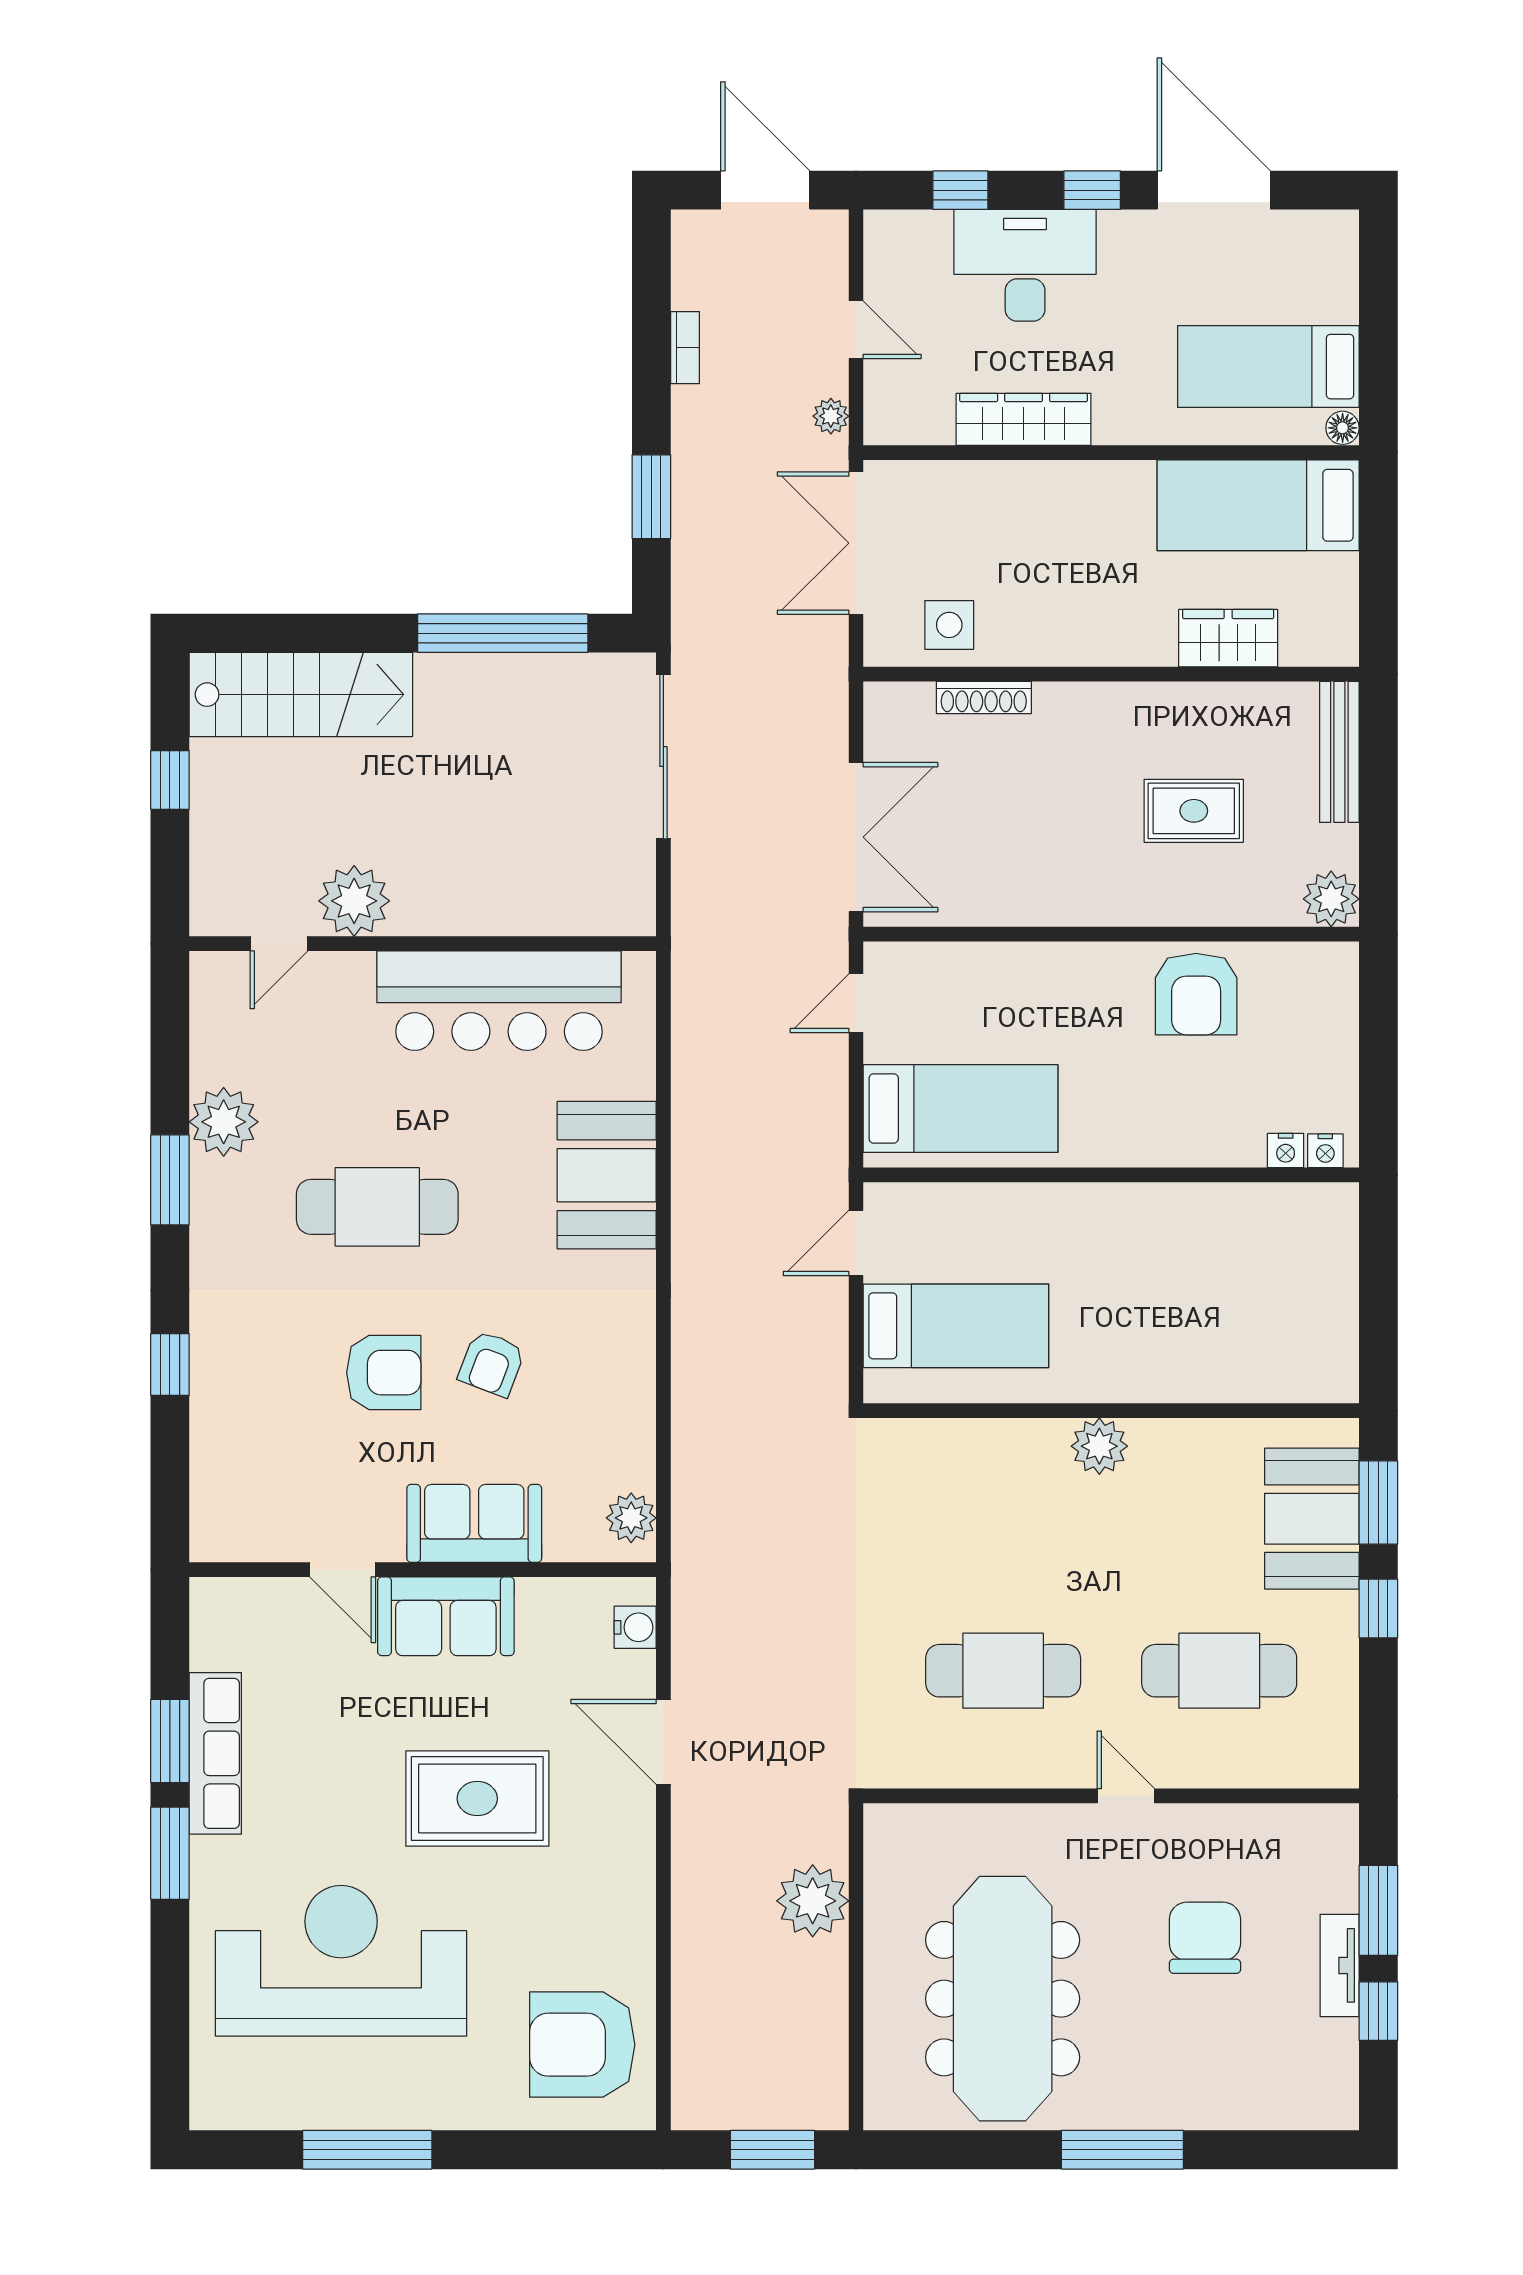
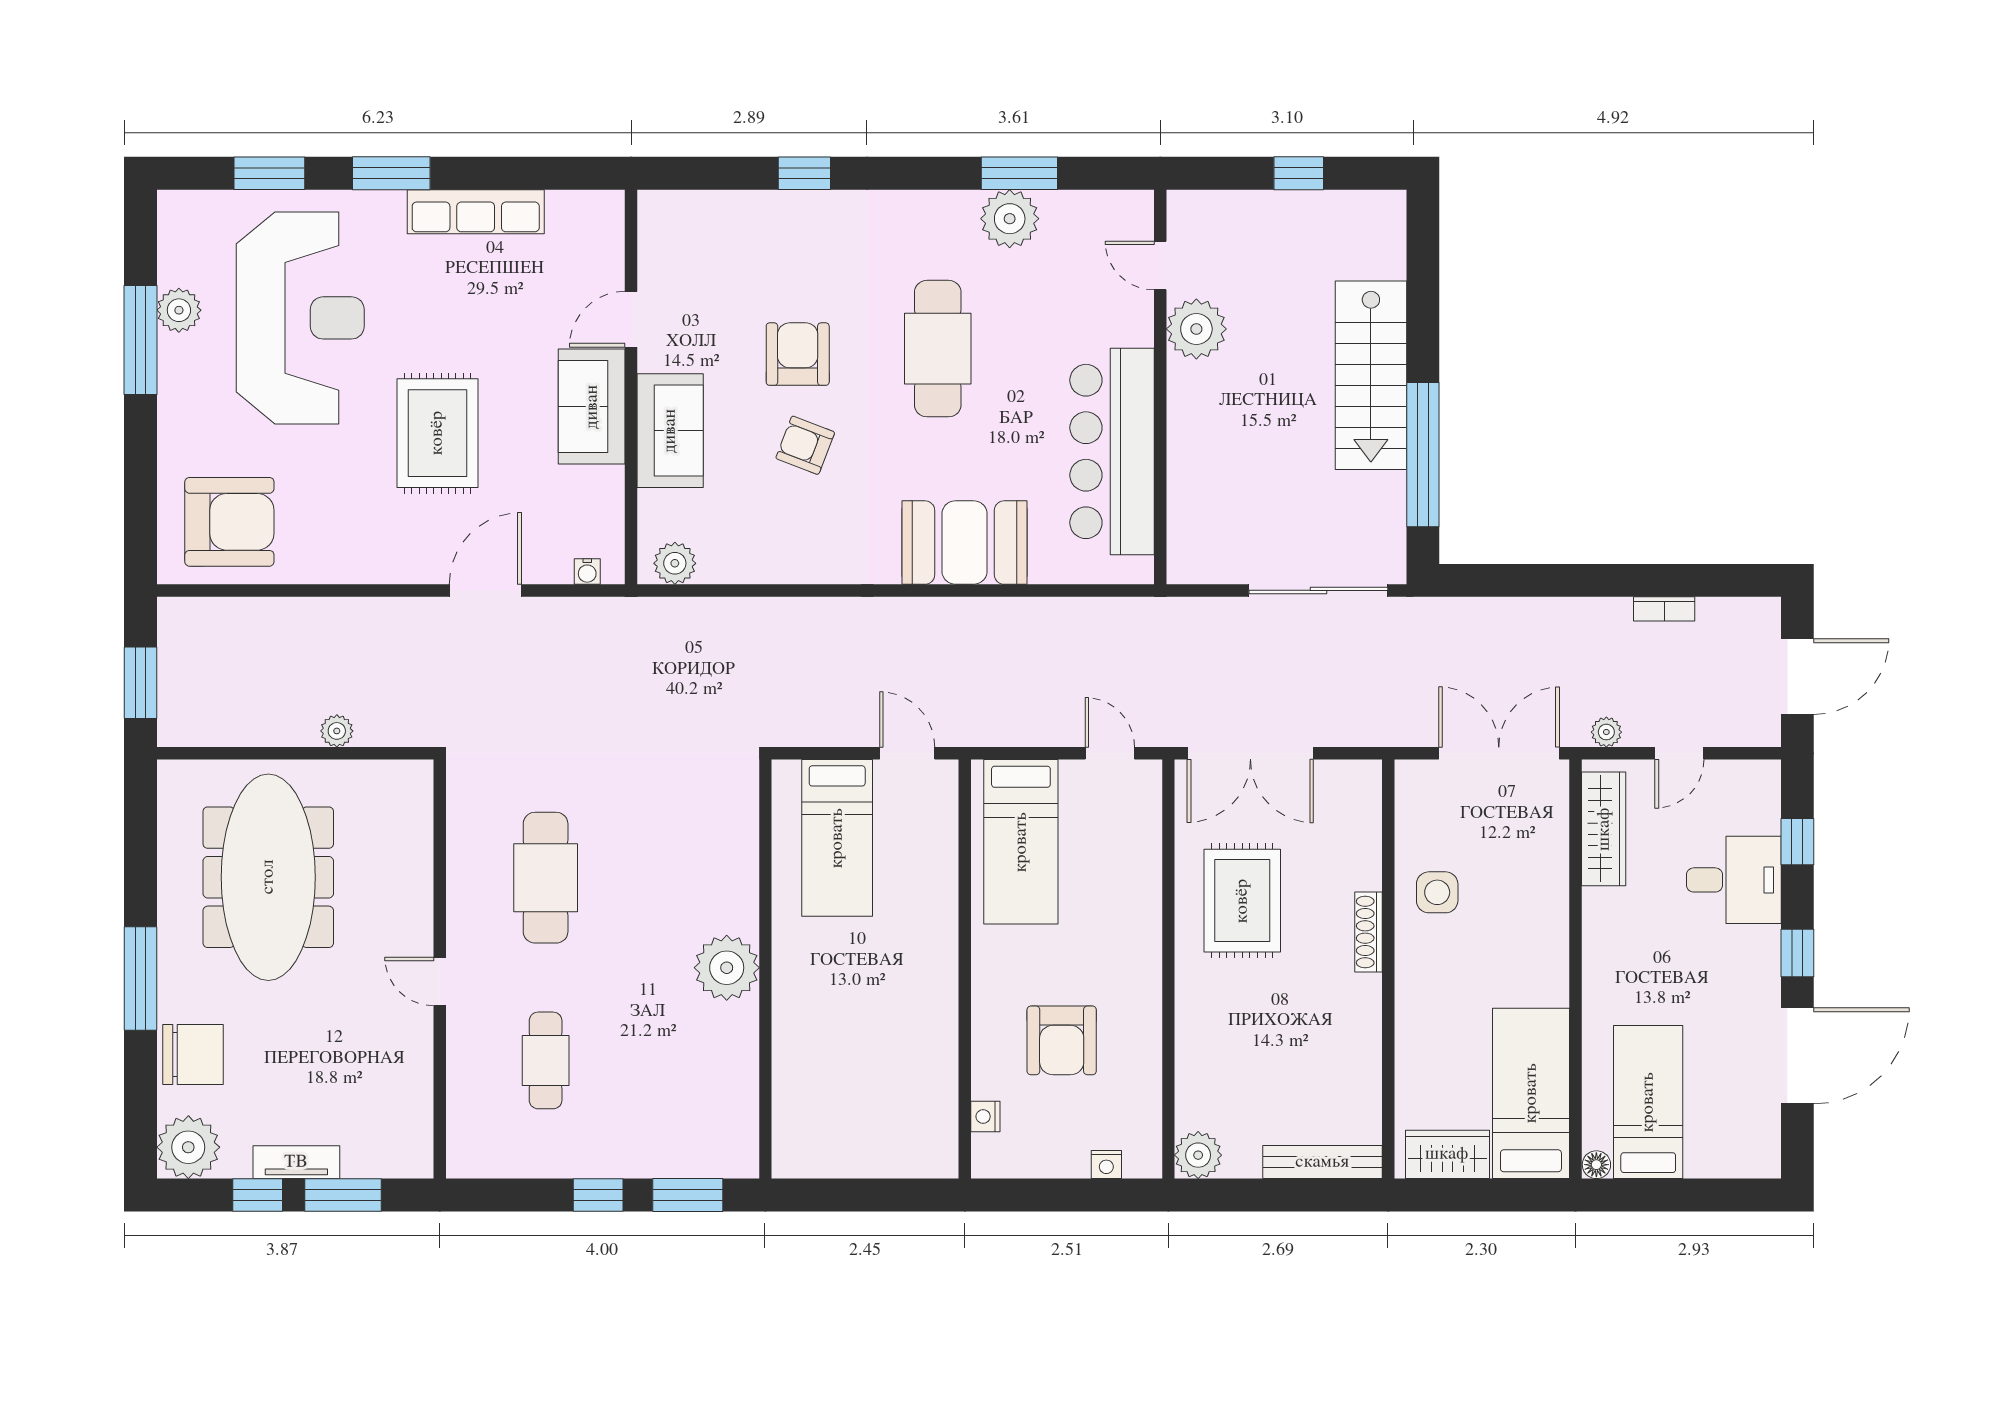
desk: (1025, 265) -> (1734, 880), width x0.73
wardrobe: (1024, 419) -> (1604, 829), moved
window: (651, 497) -> (1538, 580), removed
side table: (949, 625) -> (1437, 892), moved
wardrobe: (1228, 638) -> (1447, 1154), moved, turned -90
stairs: (301, 695) -> (1371, 375), moved
shoe rack: (984, 697) -> (1368, 932), moved
rug: (1194, 811) -> (1242, 901), moved, width x1.36, depth x1.43
armchair: (1196, 994) -> (1062, 1040), moved, turned -90
nightstand: (1325, 1151) -> (1106, 1164), moved, turned -90
window: (170, 1180) -> (1019, 173), moved
armchair: (384, 1373) -> (798, 354), turned 180
plant: (1099, 1446) -> (727, 968), width x1.36, depth x1.36
booth: (1312, 1519) -> (674, 1139), removed
water cooler: (635, 1627) -> (587, 572), width x0.72, depth x0.72
cafe table: (1219, 1671) -> (546, 1060), width x0.73, depth x0.74
window: (170, 1741) -> (269, 173), moved
door: (1126, 1796) -> (440, 981), swing flipped
plant: (813, 1901) -> (337, 731), width x0.53, depth x0.53
chair: (1205, 1938) -> (193, 1055), moved
meeting table: (1003, 1999) -> (268, 877), turned 90
armchair: (582, 2045) -> (229, 522), turned 90
plant: (1322, 2093) -> (188, 1147), added
plant: (332, 2104) -> (179, 310), added

